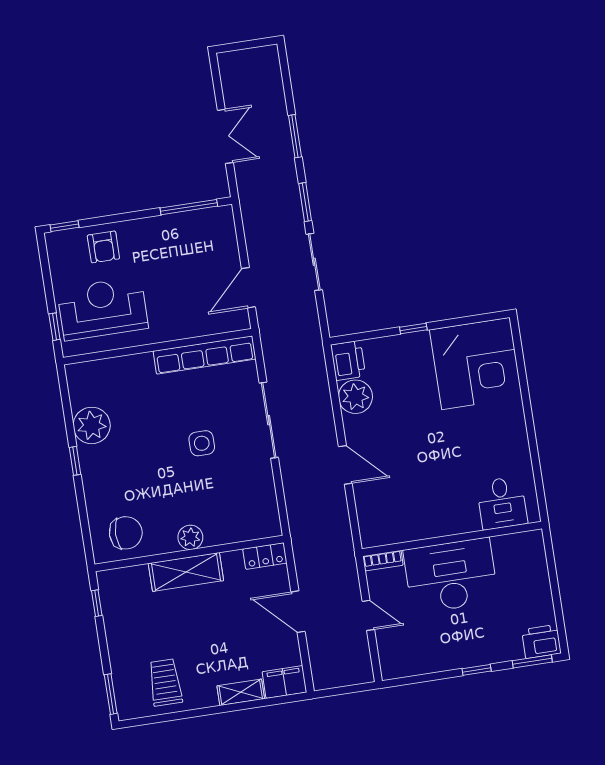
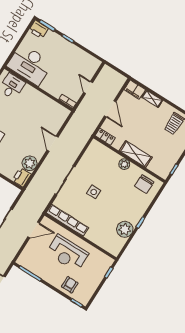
reception desk: (103, 308) -> (67, 253), moved
chair: (126, 533) -> (144, 184), turned -90
desk: (451, 576) -> (30, 64), moved

